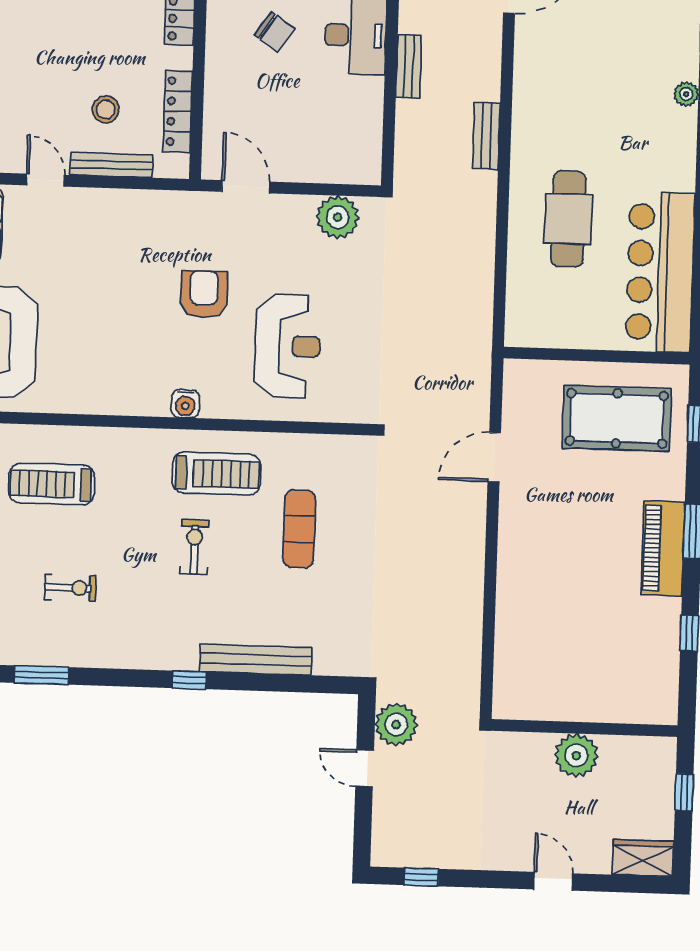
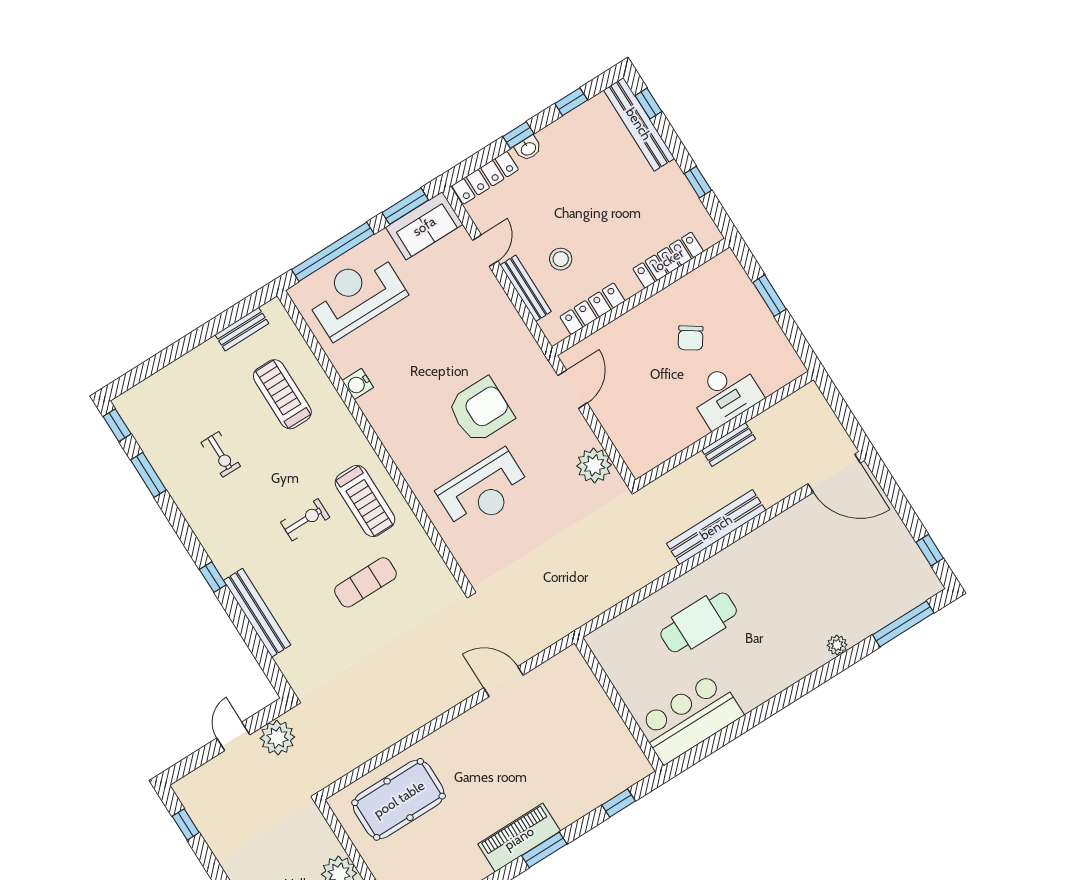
bench: (486, 136) -> (716, 527), width x1.86, depth x1.21
bar counter: (660, 272) -> (690, 718), width x0.73
armchair: (204, 294) -> (481, 410), width x1.36, depth x1.36
water cooler: (185, 404) -> (358, 384), moved
pool table: (617, 418) -> (399, 799), moved, turned 90

